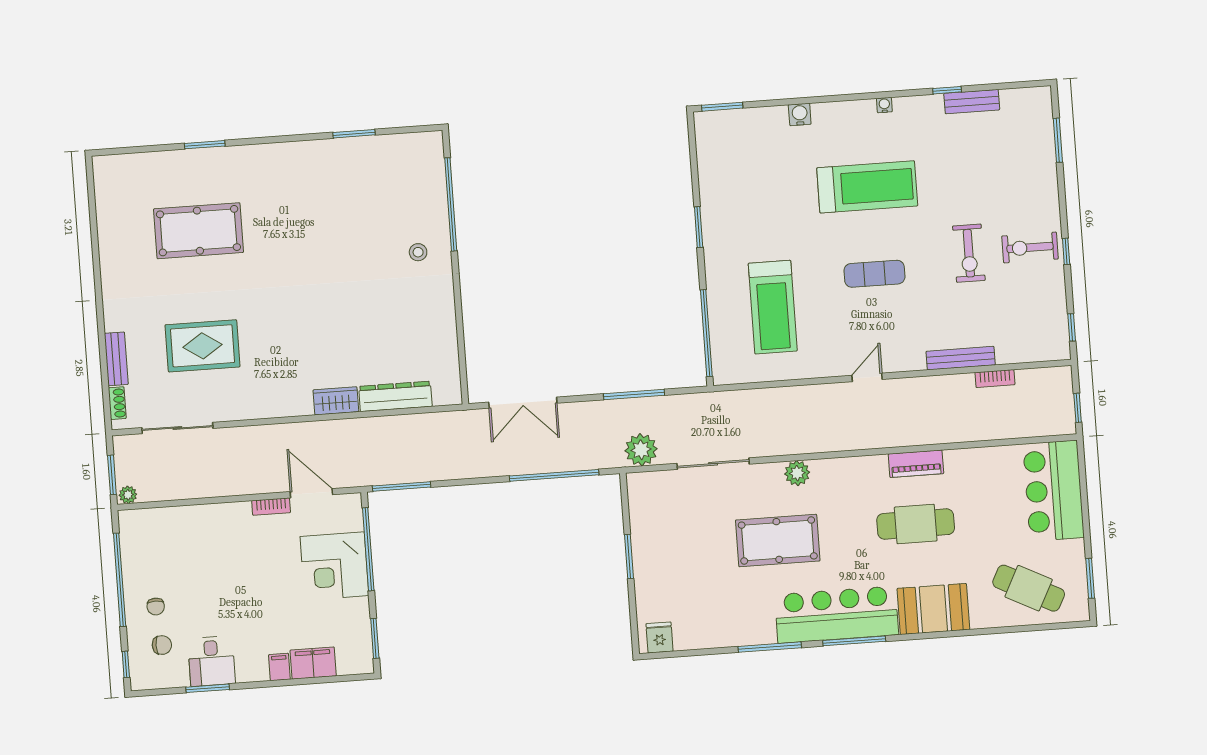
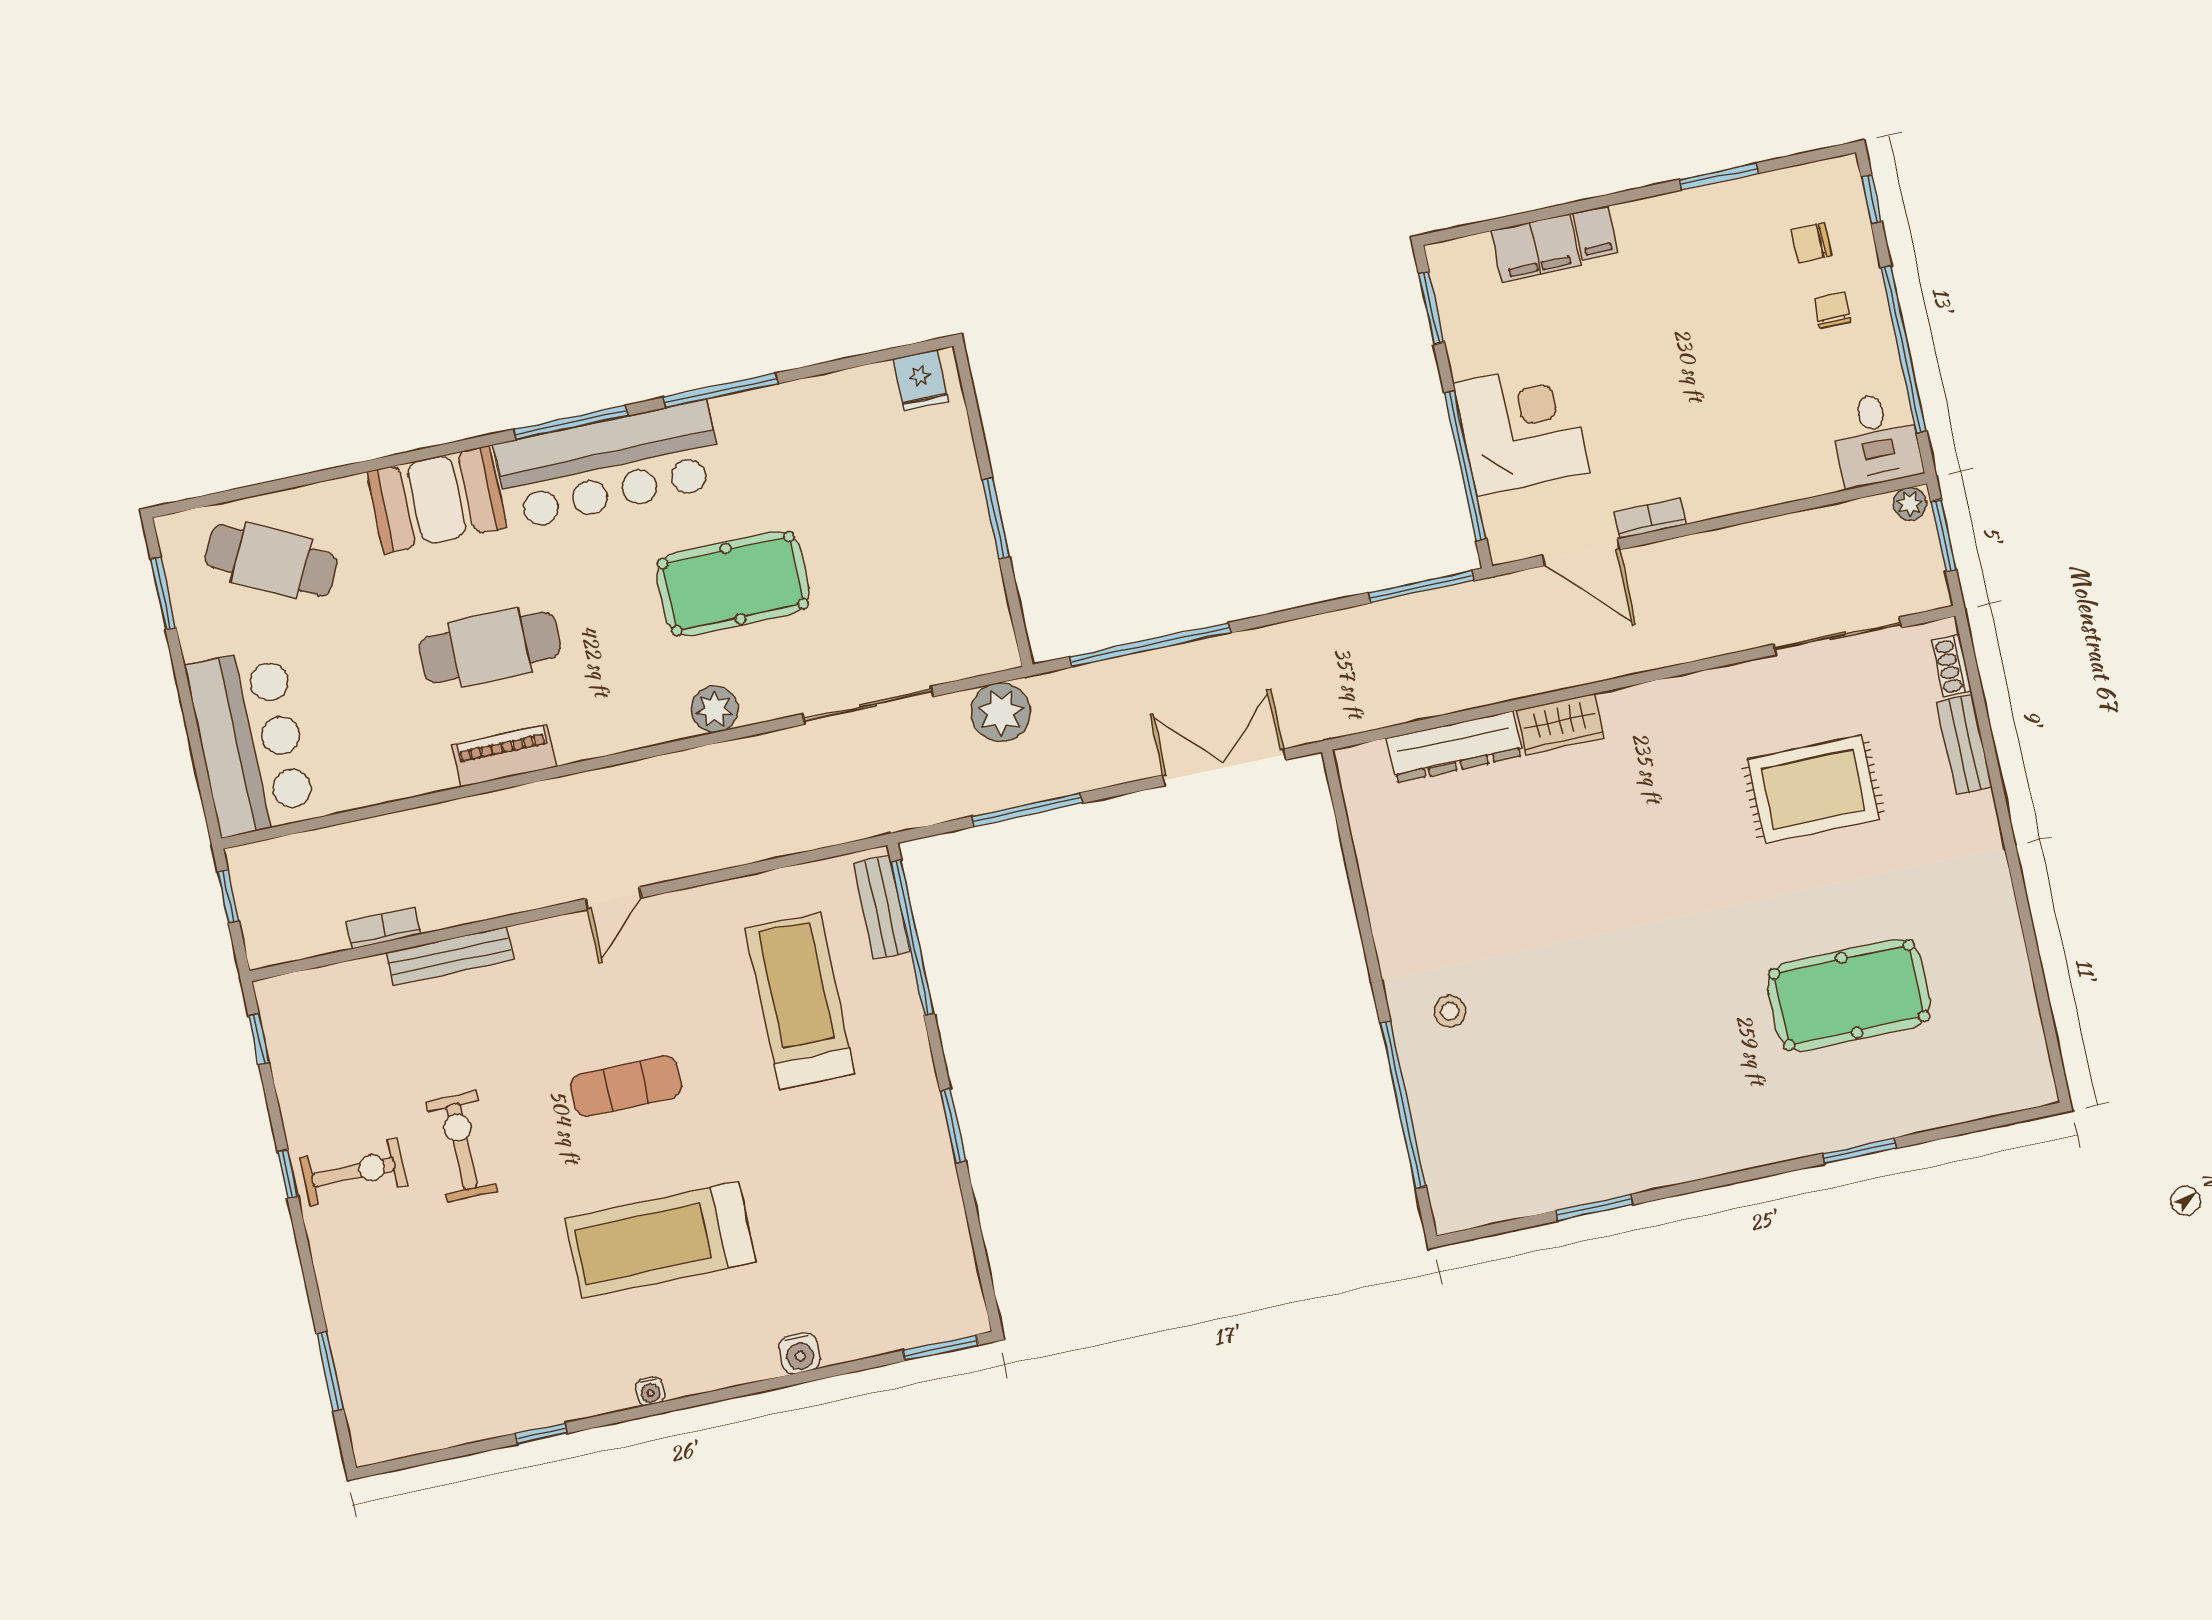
bench: (972, 102) -> (882, 907), moved, turned 90
desk: (211, 661) -> (1876, 439), moved, turned 180

